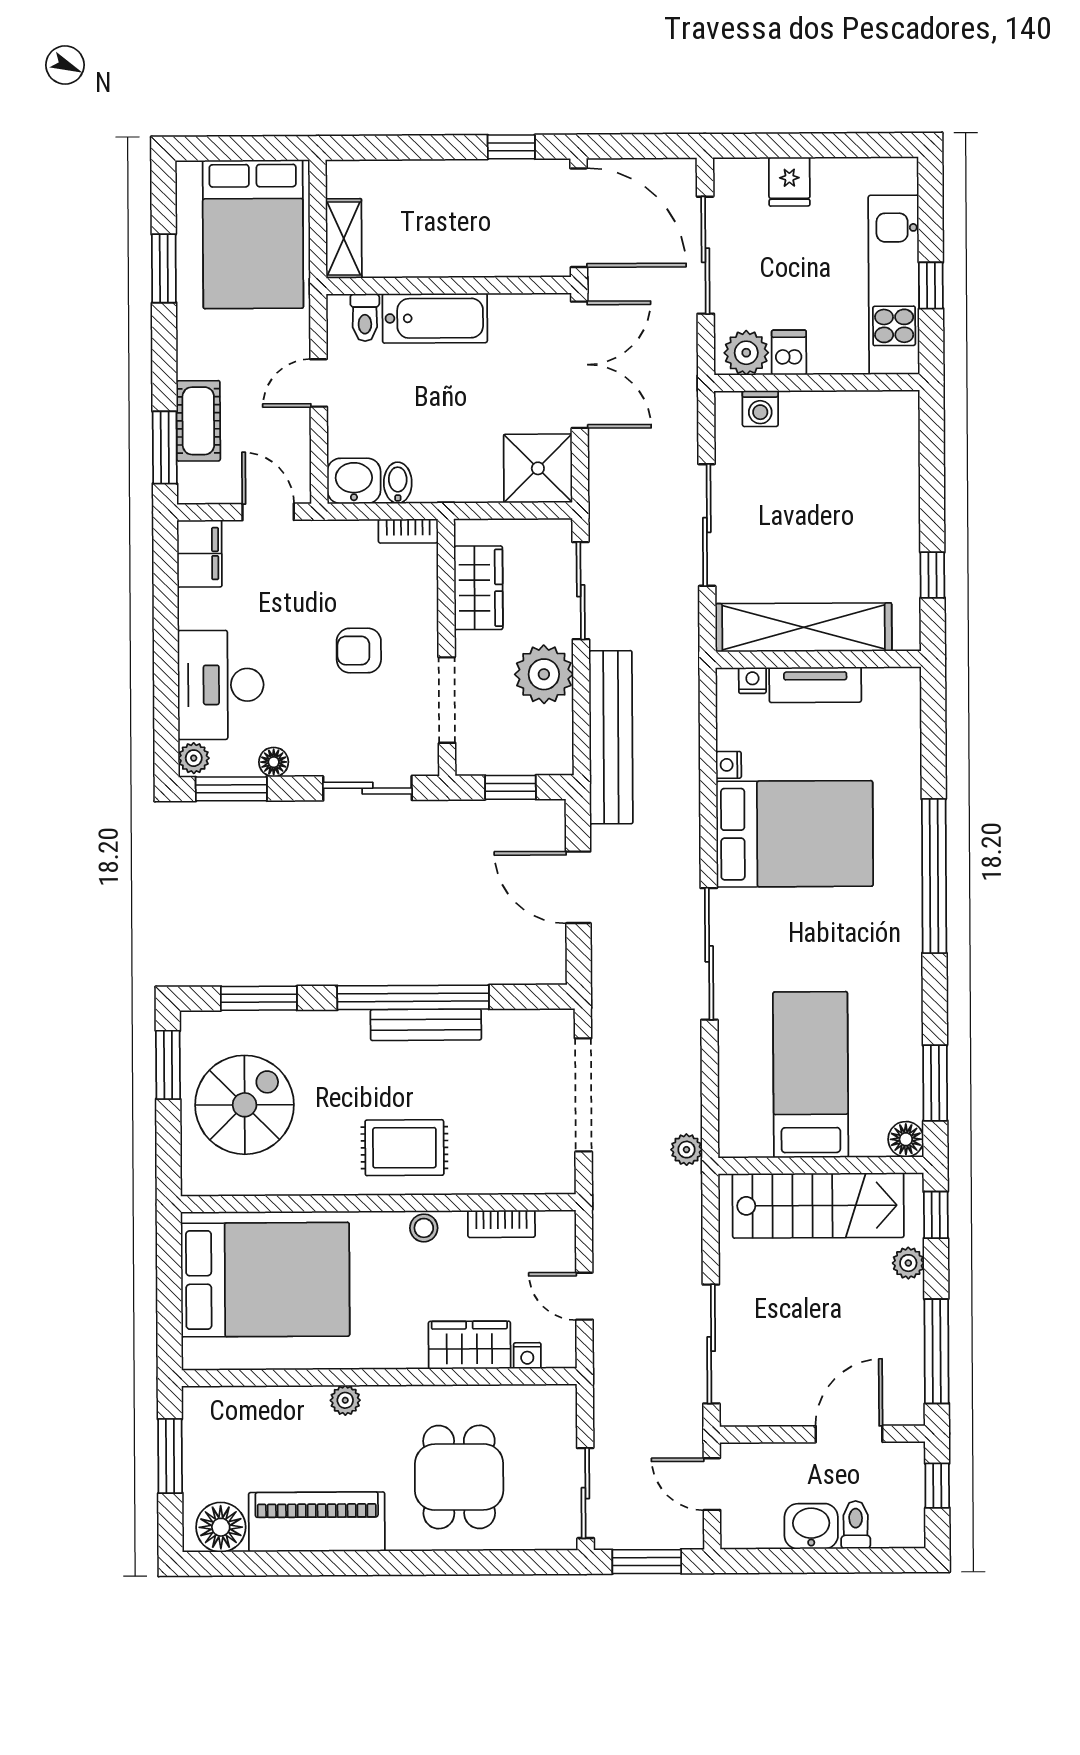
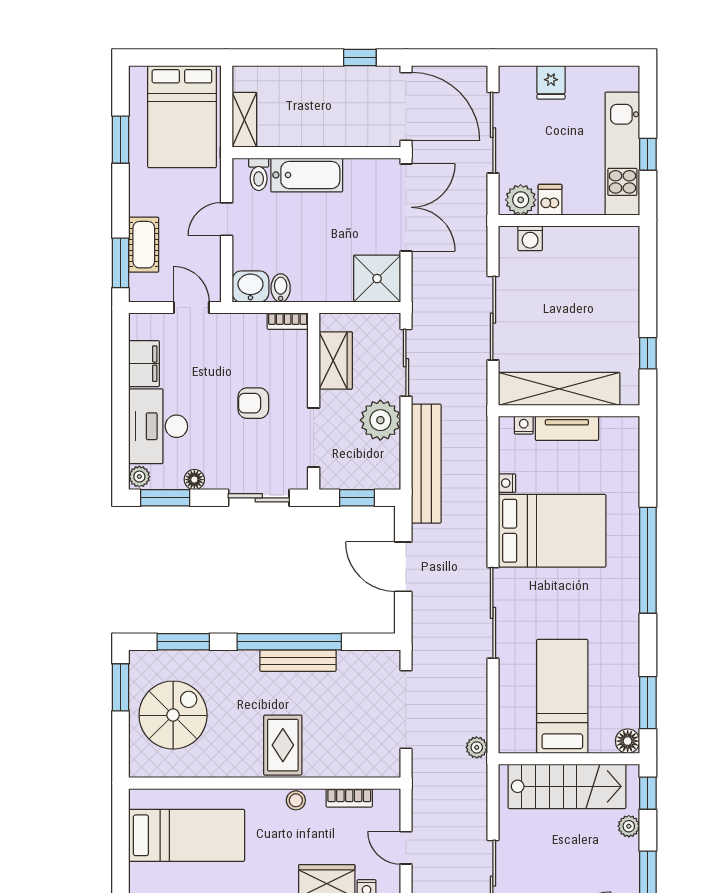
filing cabinet: (200, 554) -> (144, 364), moved
rug: (404, 1148) -> (283, 745), turned 90
bed: (265, 1280) -> (187, 835), width x0.67

